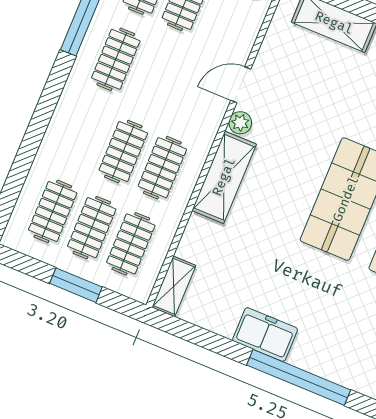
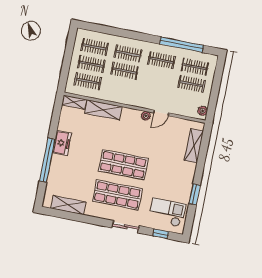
door: (241, 85) -> (161, 113), swing flipped
clothes rail: (162, 168) -> (128, 54), moved
shelving: (224, 177) -> (103, 110), moved
window: (76, 285) -> (67, 62), removed

